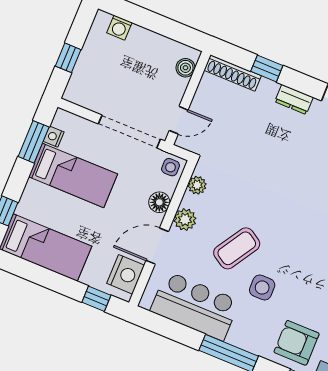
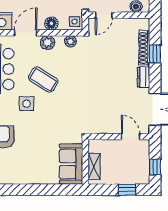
shoe rack: (233, 73) -> (144, 48), moved
door: (179, 120) -> (104, 15), hinge flipped
door: (157, 246) -> (26, 33), hinge flipped

